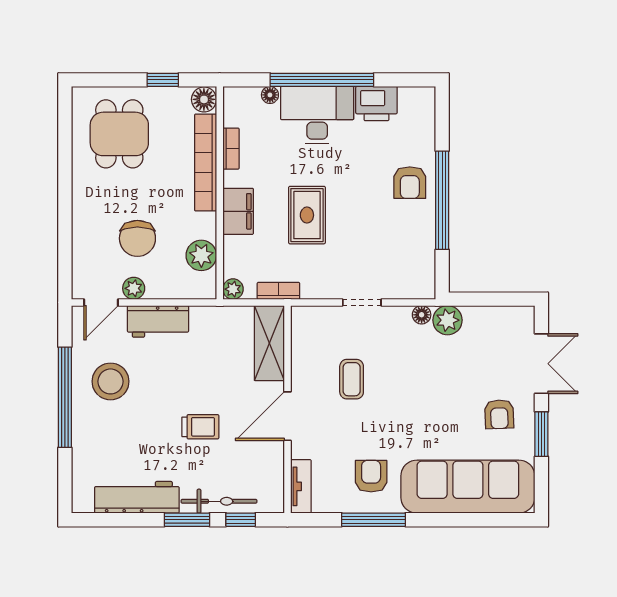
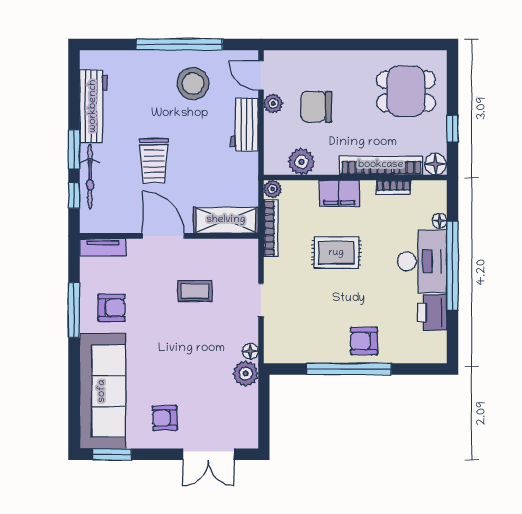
bookcase: (278, 291) -> (271, 228), width x1.56
trolley: (200, 427) -> (154, 161), width x1.36, depth x1.39
window: (541, 434) -> (112, 454), moved

